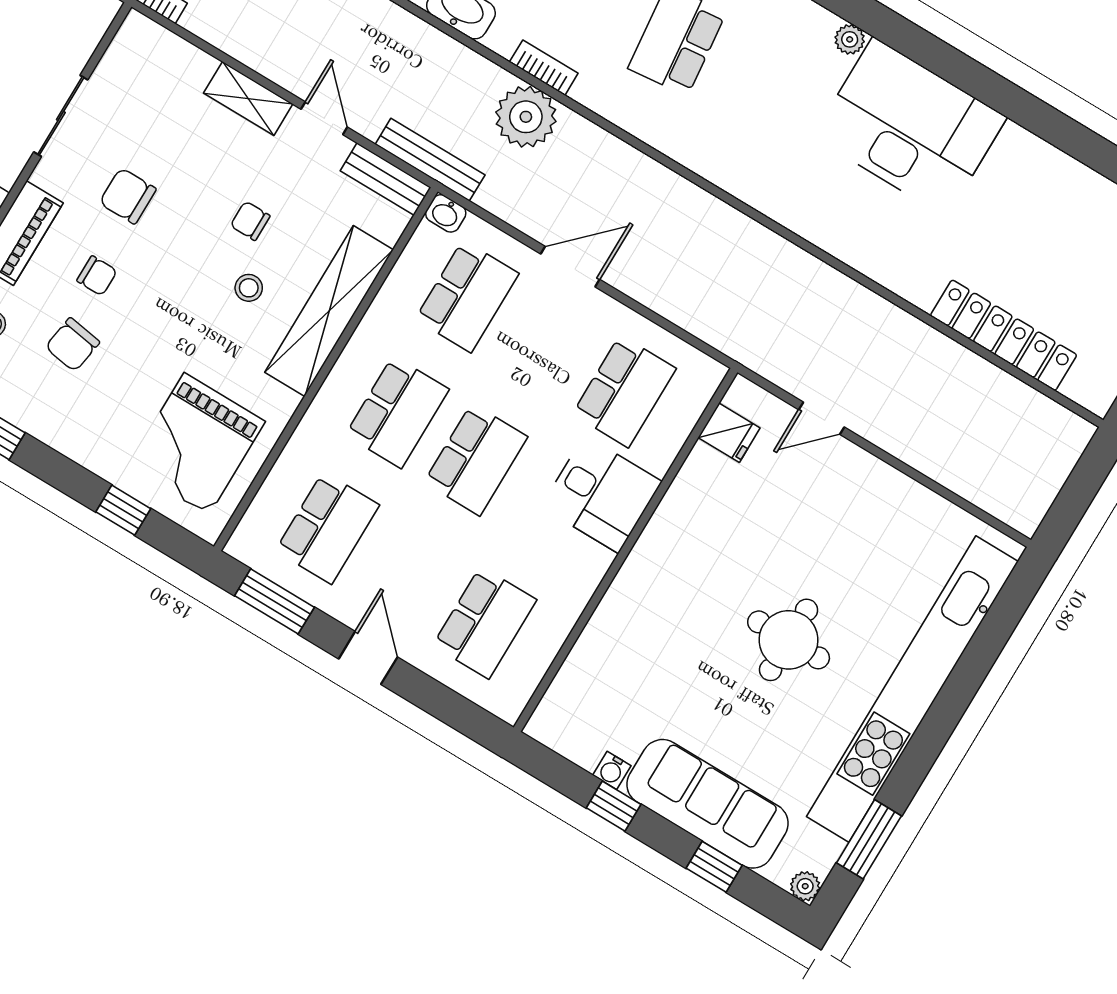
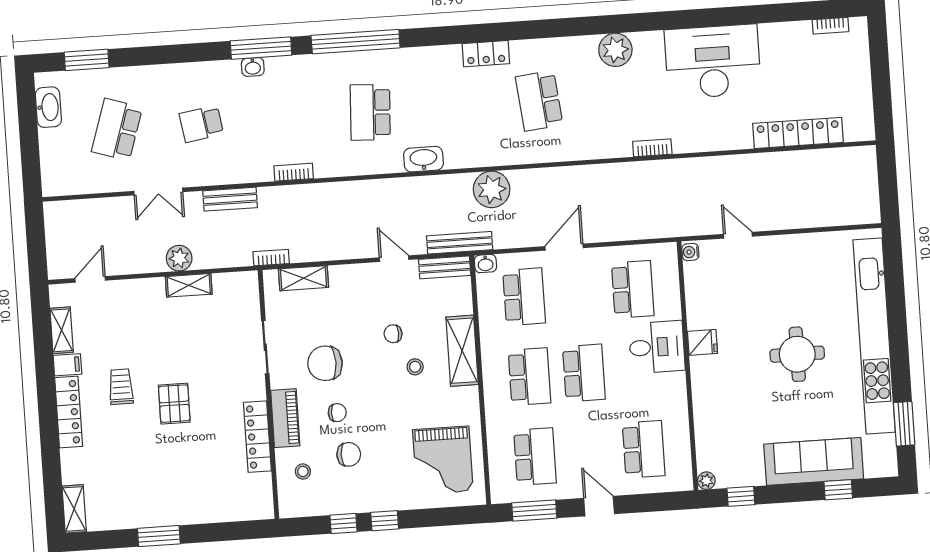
plant: (850, 39) -> (615, 50), width x1.88, depth x1.88
bookcase: (544, 68) -> (652, 148), moved
shelving: (248, 99) -> (303, 278), moved
desk: (910, 127) -> (713, 62), moved
chair: (128, 196) -> (325, 363), width x1.37, depth x1.37
shelving: (329, 311) -> (462, 351), width x0.68
chair: (72, 345) -> (349, 454), turned -99
door: (822, 418) -> (738, 235), swing flipped
fridge: (729, 433) -> (703, 342), moved
window: (123, 510) -> (385, 521), moved
water cooler: (612, 770) -> (690, 252), moved, turned 90
window: (614, 806) -> (741, 496), moved
plant: (805, 886) -> (706, 481), moved

